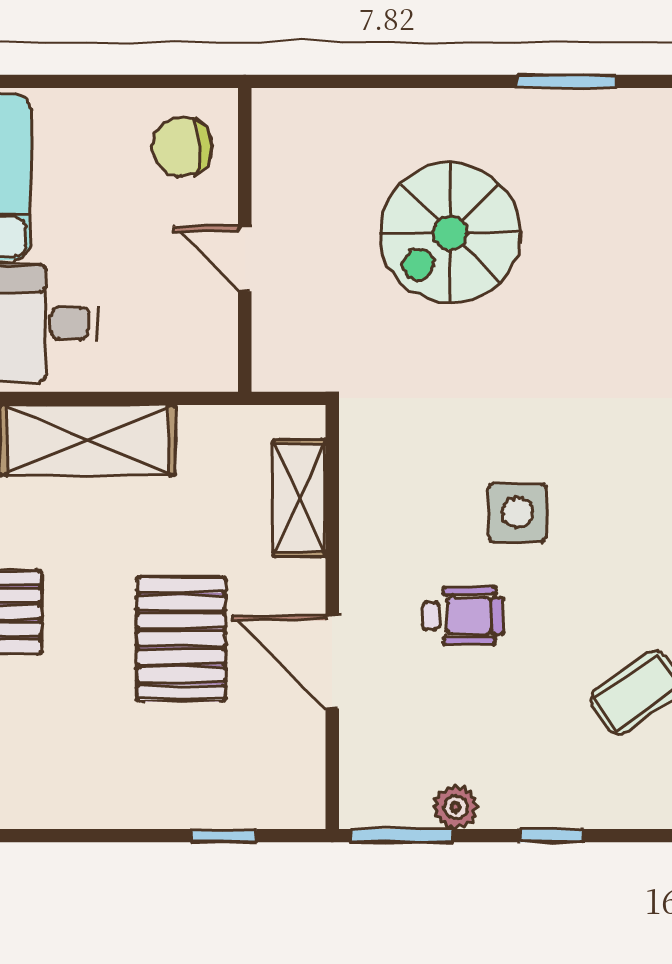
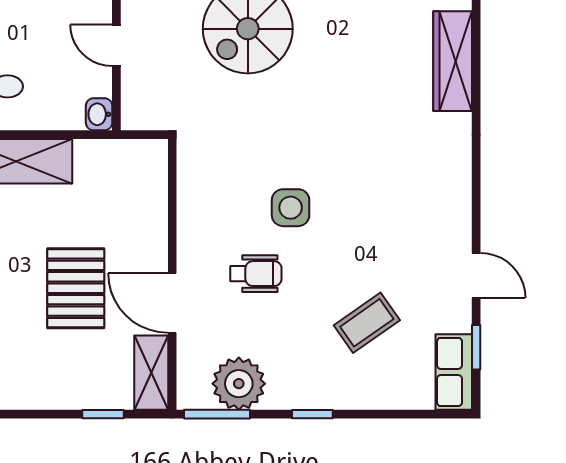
washbasin: (218, 367) -> (99, 114), added
shelving: (299, 498) -> (151, 373), moved
plant: (456, 807) -> (239, 384), width x1.87, depth x1.87

